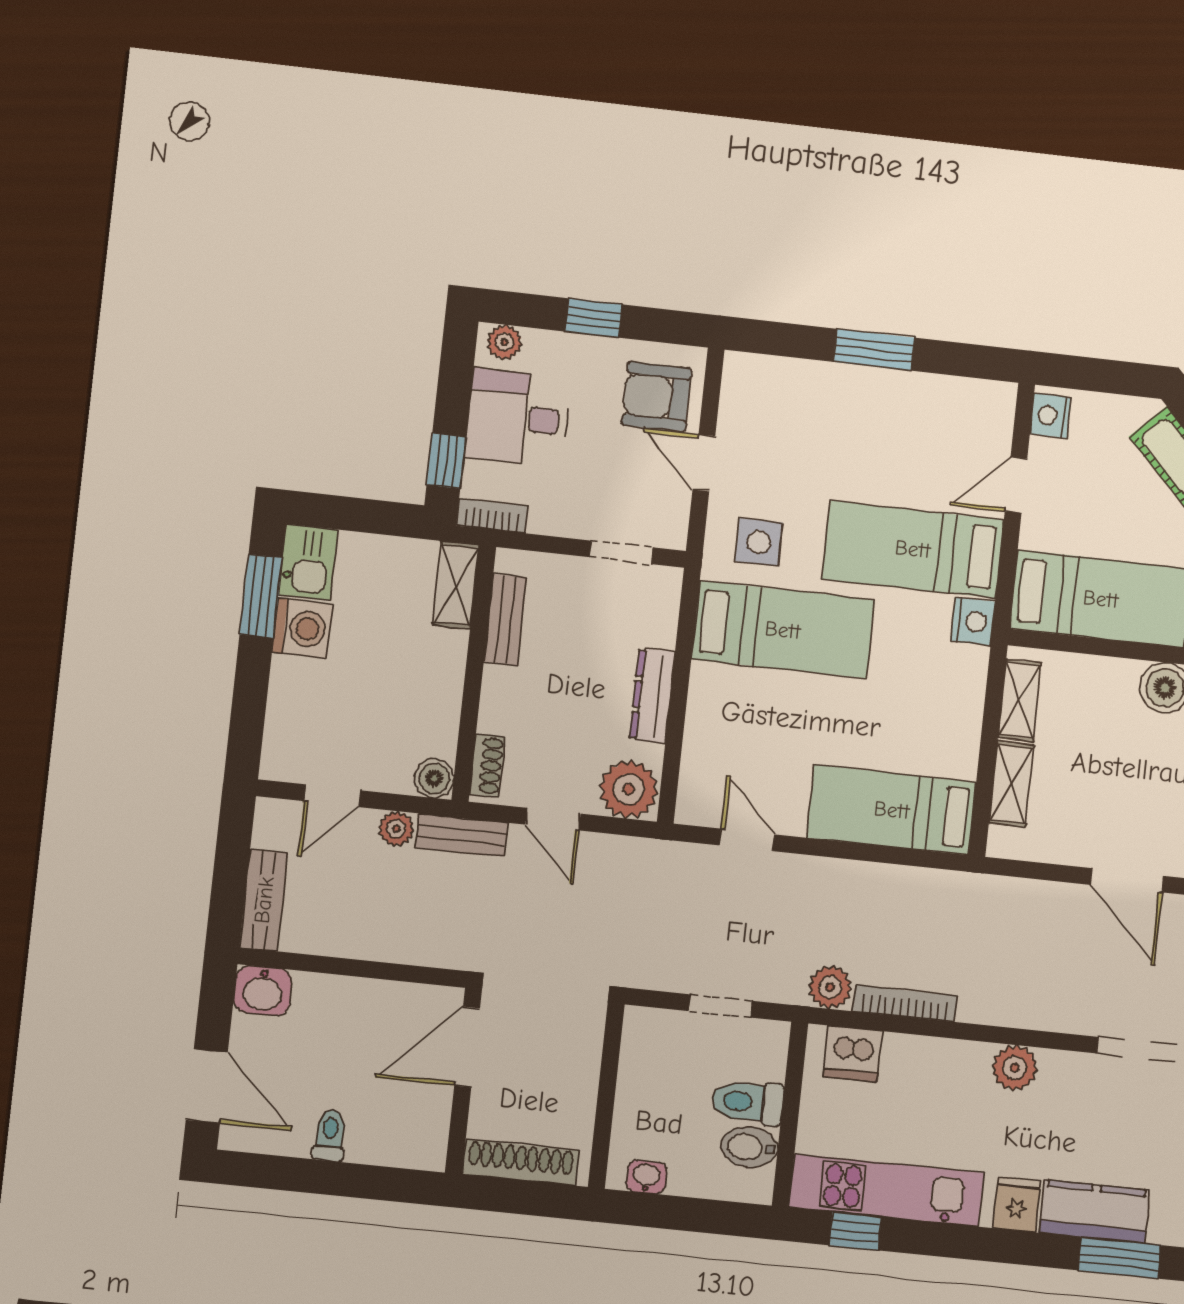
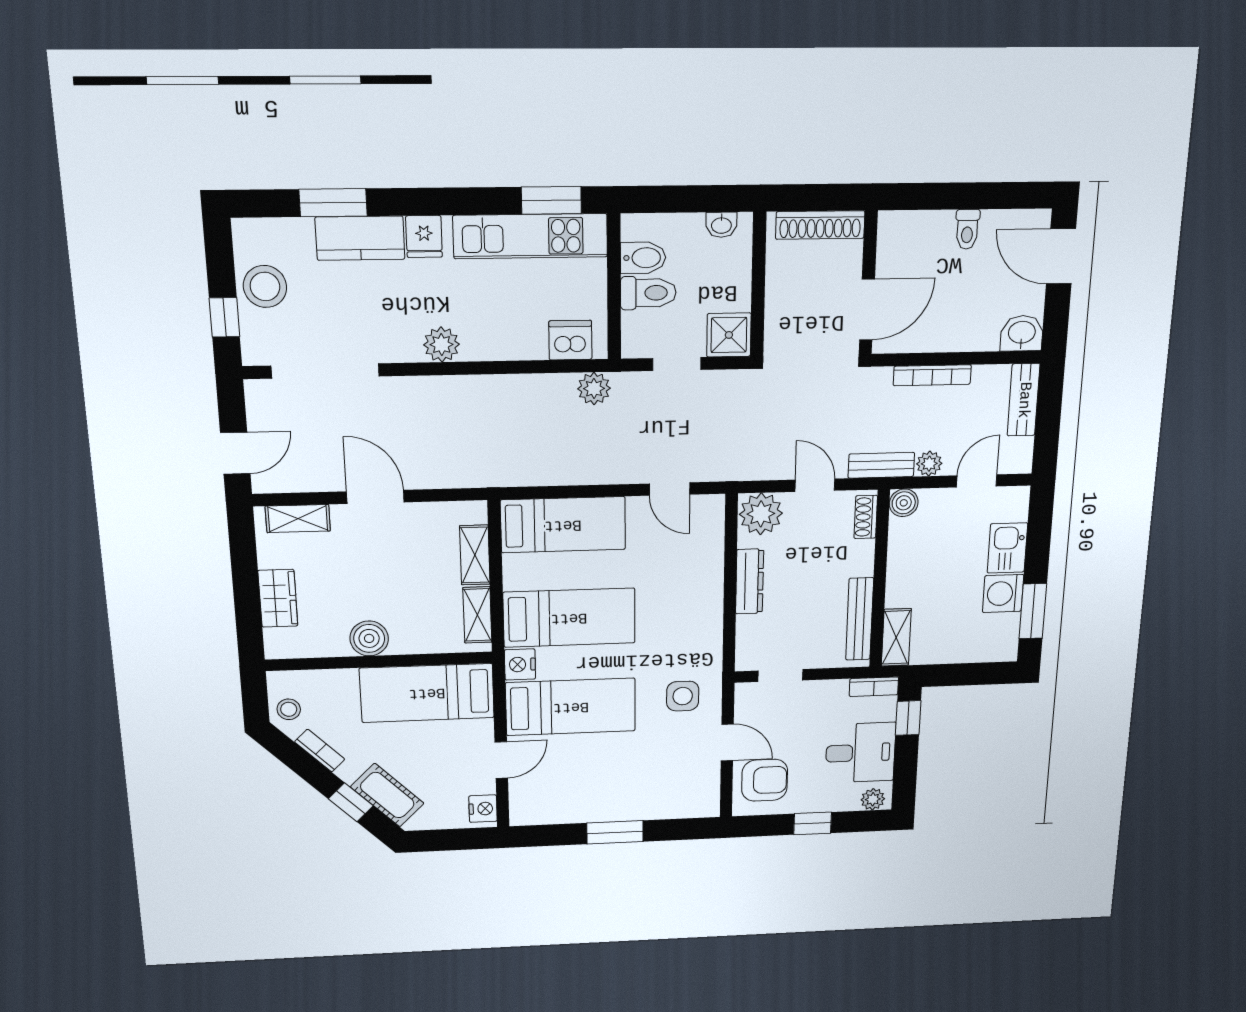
kitchen sink: (308, 562) -> (1007, 548), moved
bench: (505, 620) -> (860, 619), width x1.36
bed: (783, 630) -> (569, 618), moved, turned 180
bookcase: (905, 1003) -> (932, 375), moved
shower: (650, 1036) -> (729, 335), added
window: (855, 1231) -> (551, 200), width x1.50

